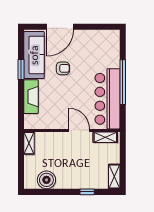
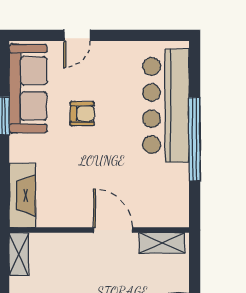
door: (60, 27) -> (77, 35), width x0.53
fireplace: (31, 97) -> (22, 195), moved
bar counter: (107, 99) -> (166, 106), moved

